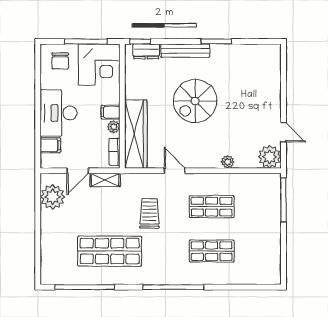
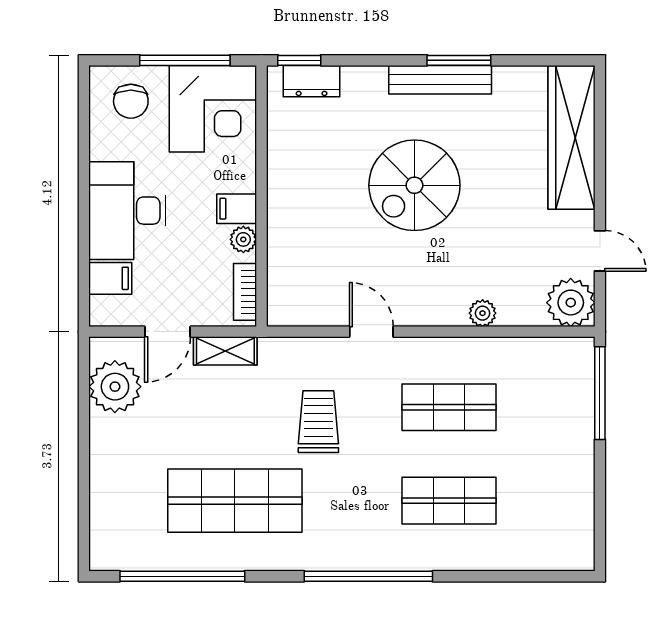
bench: (185, 51) -> (440, 80), moved
wardrobe: (136, 134) -> (572, 137), moved, turned 180

